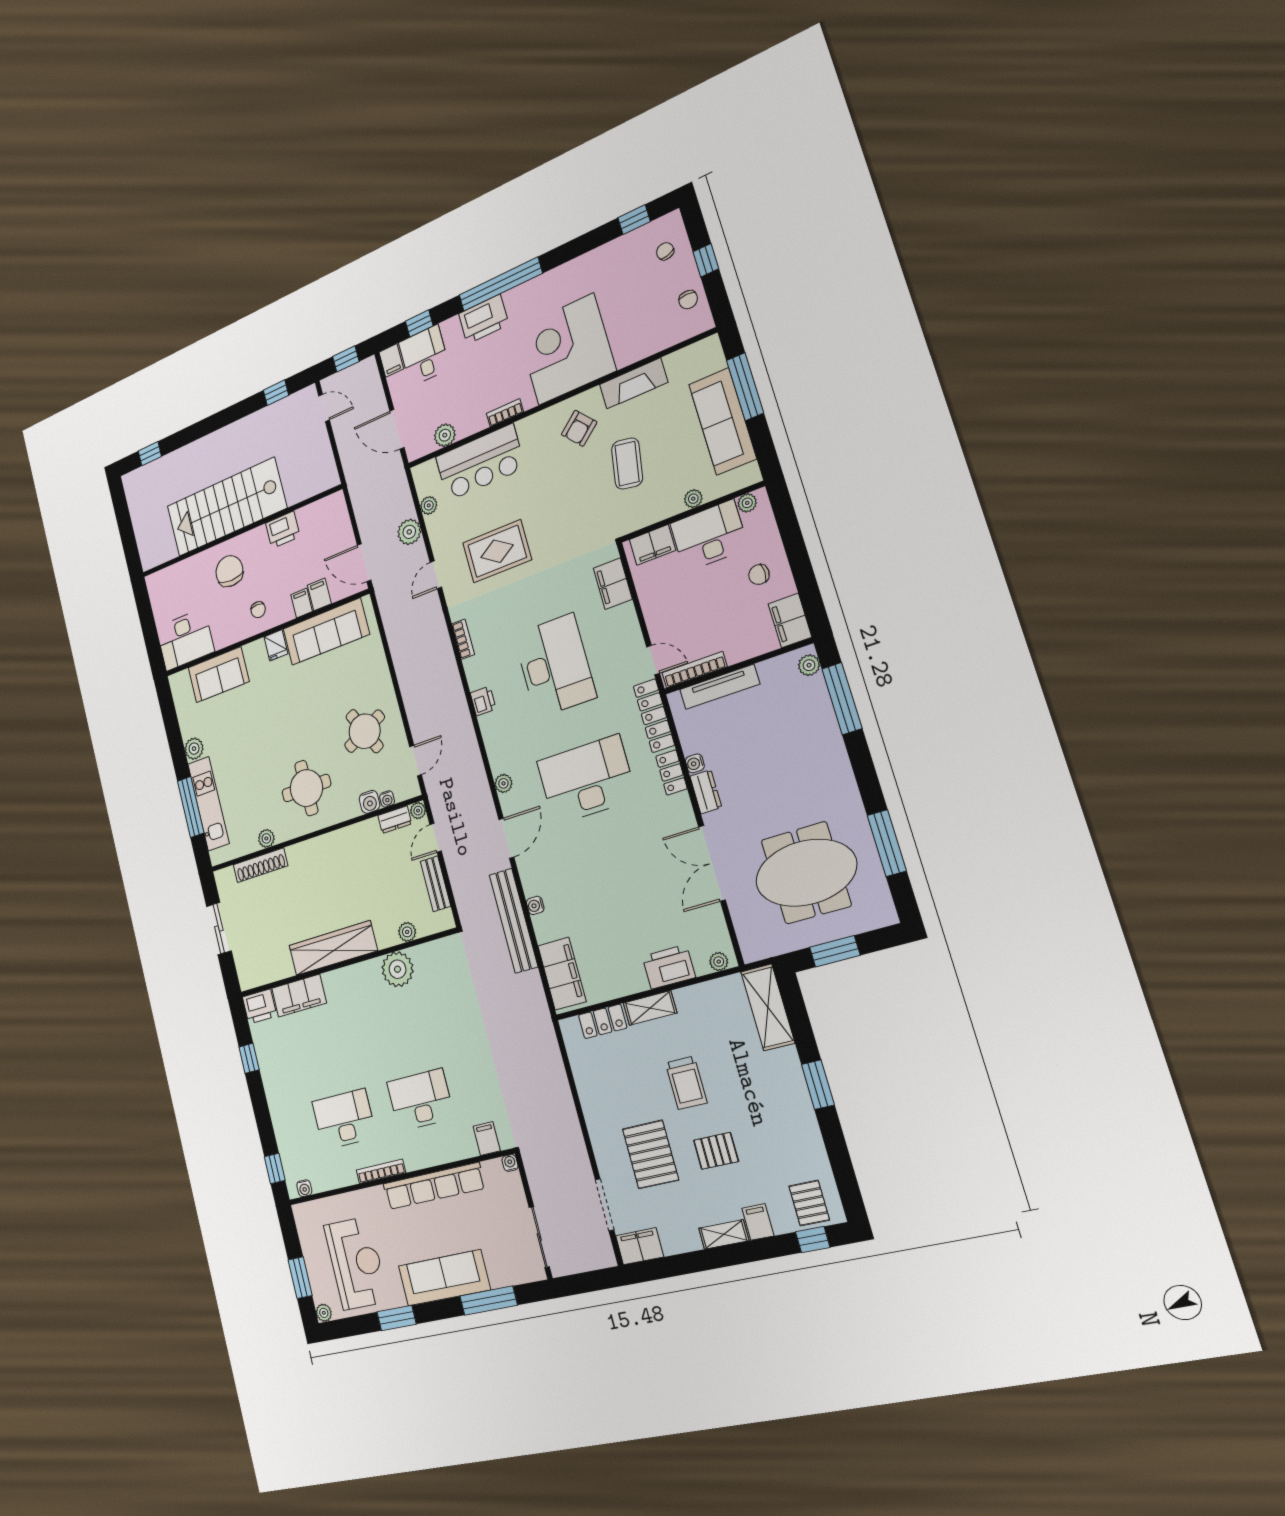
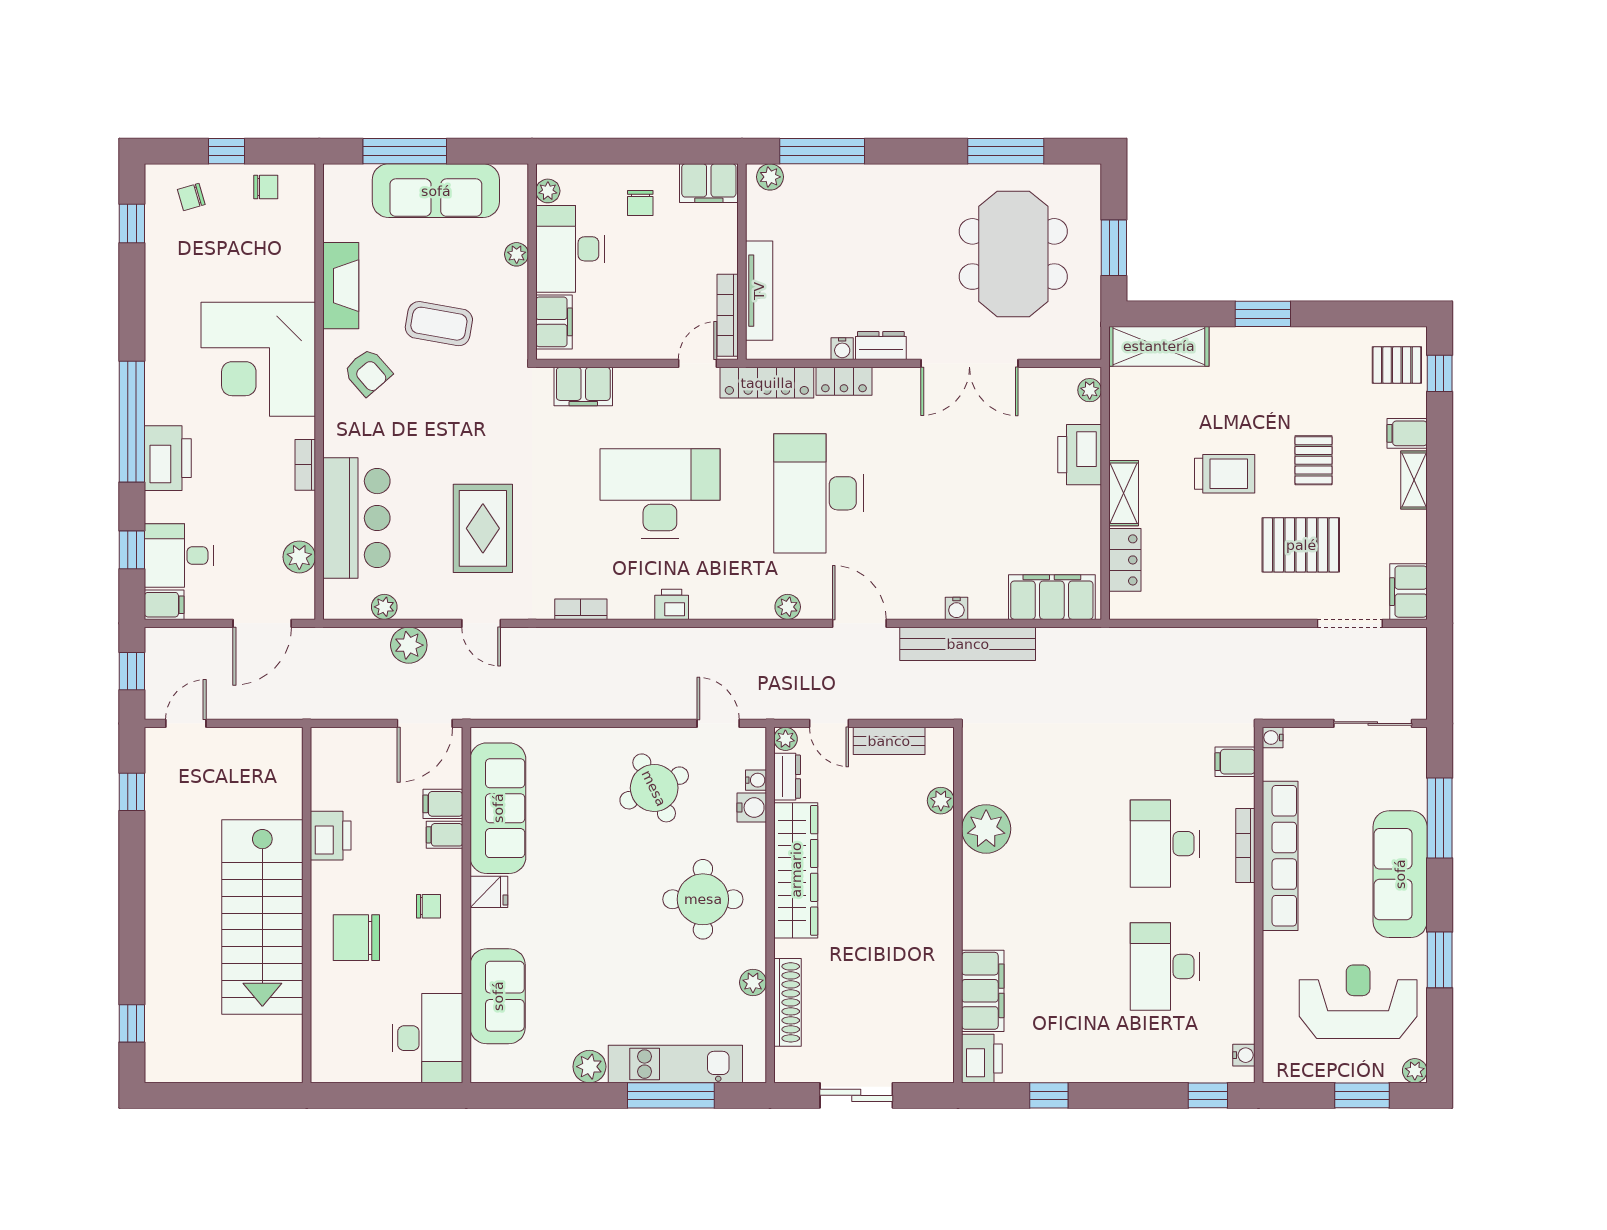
wardrobe: (333, 948) -> (796, 870), moved, turned 180
bookcase: (381, 1171) -> (1245, 846), moved

